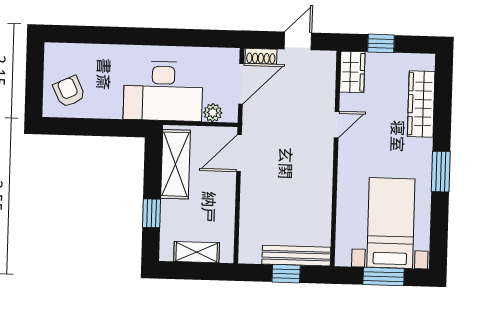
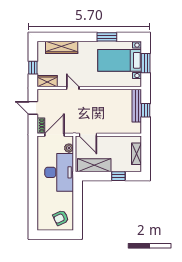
door: (241, 84) -> (54, 135), hinge flipped
window: (441, 172) -> (107, 37), moved

